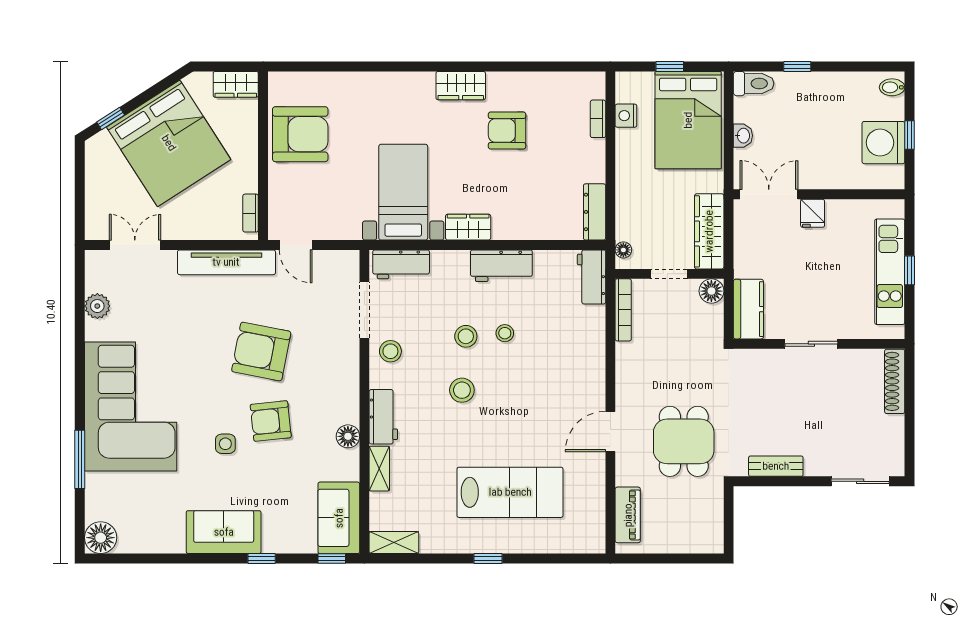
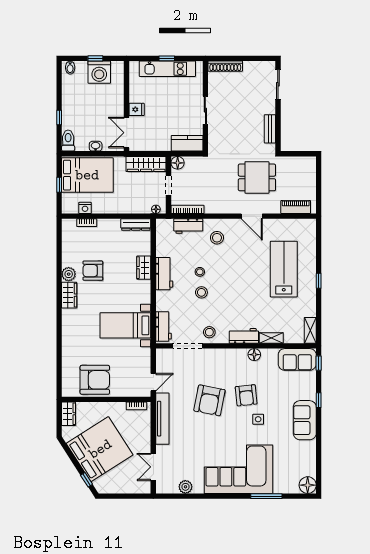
plant: (501, 85) -> (69, 274), added
armchair: (507, 131) -> (93, 271), turned 90
armchair: (300, 134) -> (95, 380), turned 90
wardrobe: (468, 227) -> (144, 268), moved
workbench: (592, 277) -> (188, 226), moved
stool: (462, 390) -> (217, 238), moved

